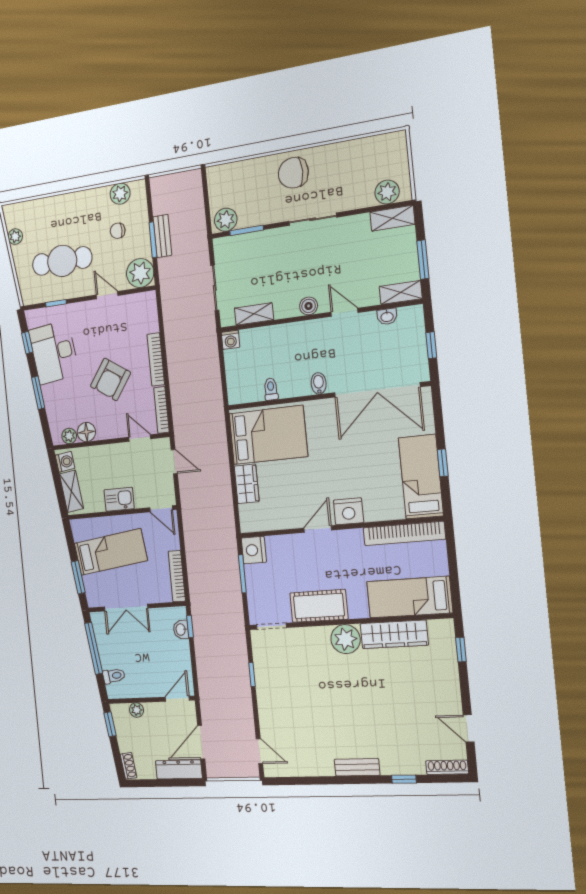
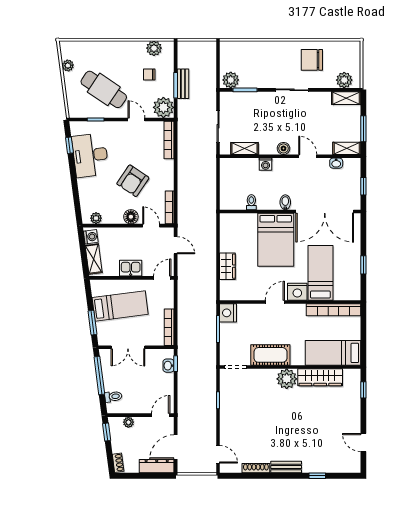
chair: (293, 173) -> (312, 60), moved
cafe table: (62, 261) -> (104, 89), turned 34
washing machine: (231, 340) -> (266, 164), moved
bookcase: (156, 359) -> (169, 140), moved
window: (38, 393) -> (74, 183), removed
floor lamp: (86, 432) -> (131, 217), moved
bed: (268, 435) -> (276, 240), moved, turned 90
bed: (421, 477) -> (320, 273), moved
door: (161, 509) -> (162, 278), swing flipped
shoe rack: (447, 767) -> (256, 468), moved

